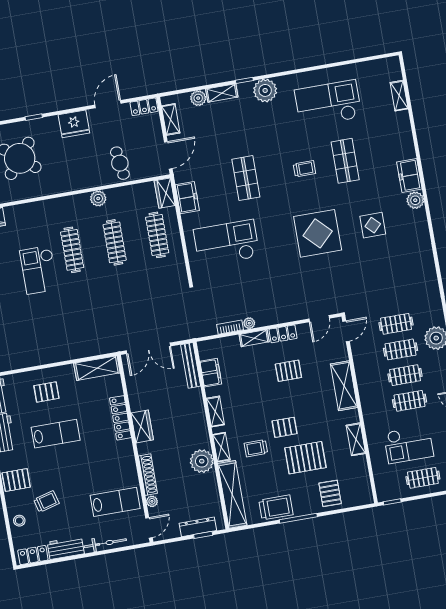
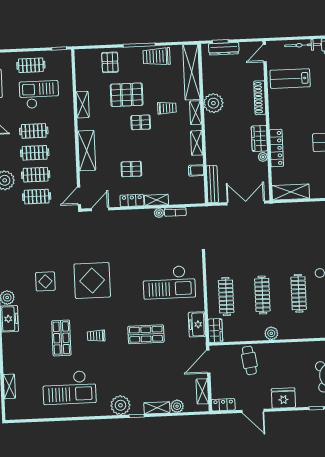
door: (108, 104) -> (253, 411), hinge flipped
shop shelf: (246, 178) -> (146, 334), turned 90
filing cabinet: (211, 373) -> (196, 170), width x0.50
plant: (152, 501) -> (263, 157), moved

